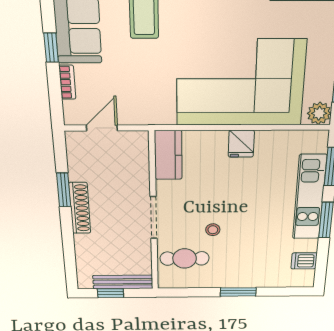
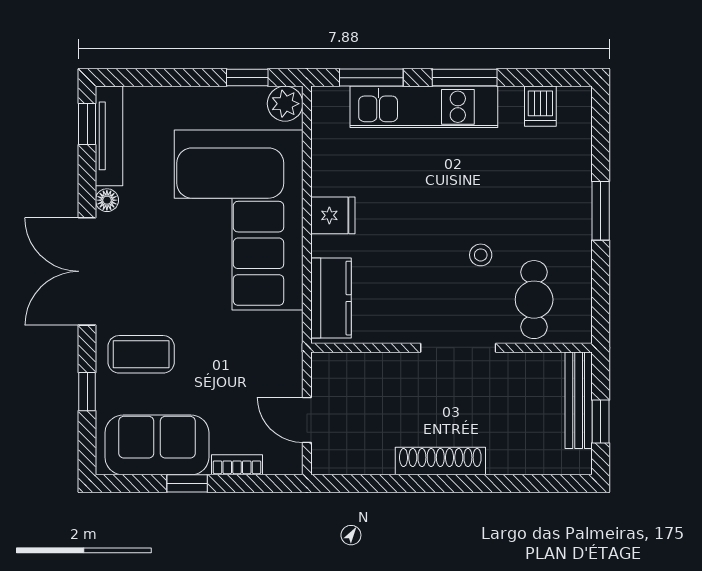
kitchen counter: (168, 155) -> (331, 298), moved, turned 90
window: (64, 190) -> (408, 483), removed

